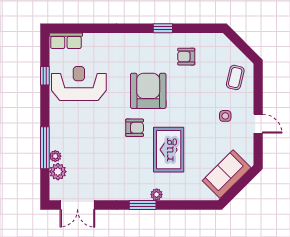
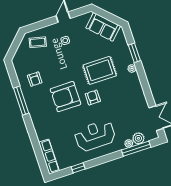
window: (163, 28) -> (21, 101), width x2.17
row of seats: (66, 41) -> (49, 156), width x1.48
reception desk: (79, 84) -> (95, 136), moved, turned 90
window: (45, 148) -> (136, 149), moved
window: (143, 205) -> (134, 53), moved

